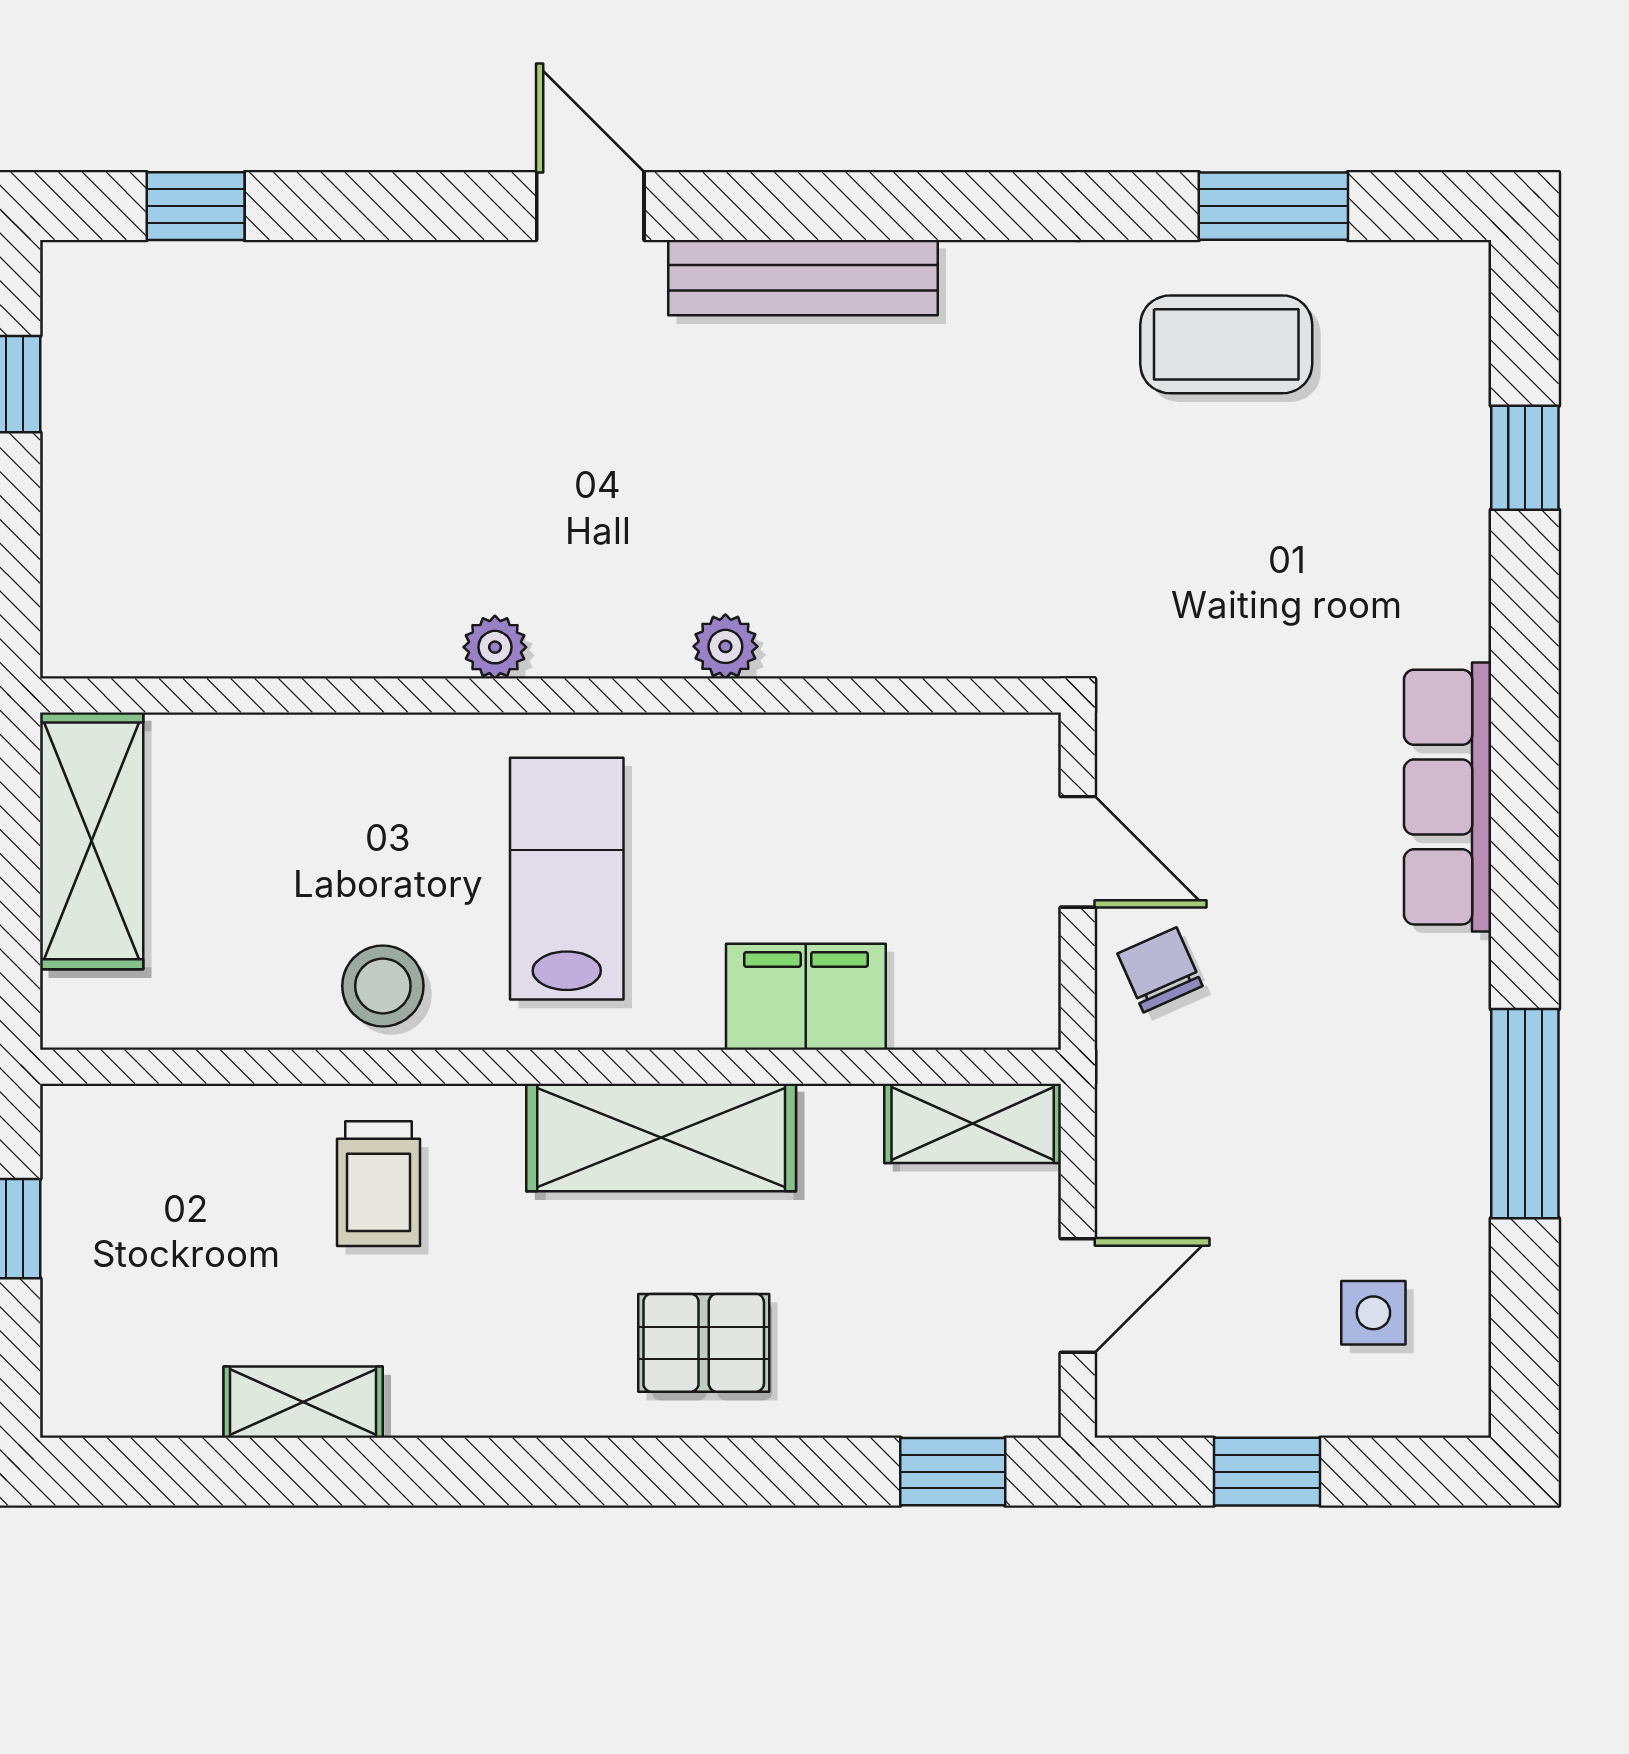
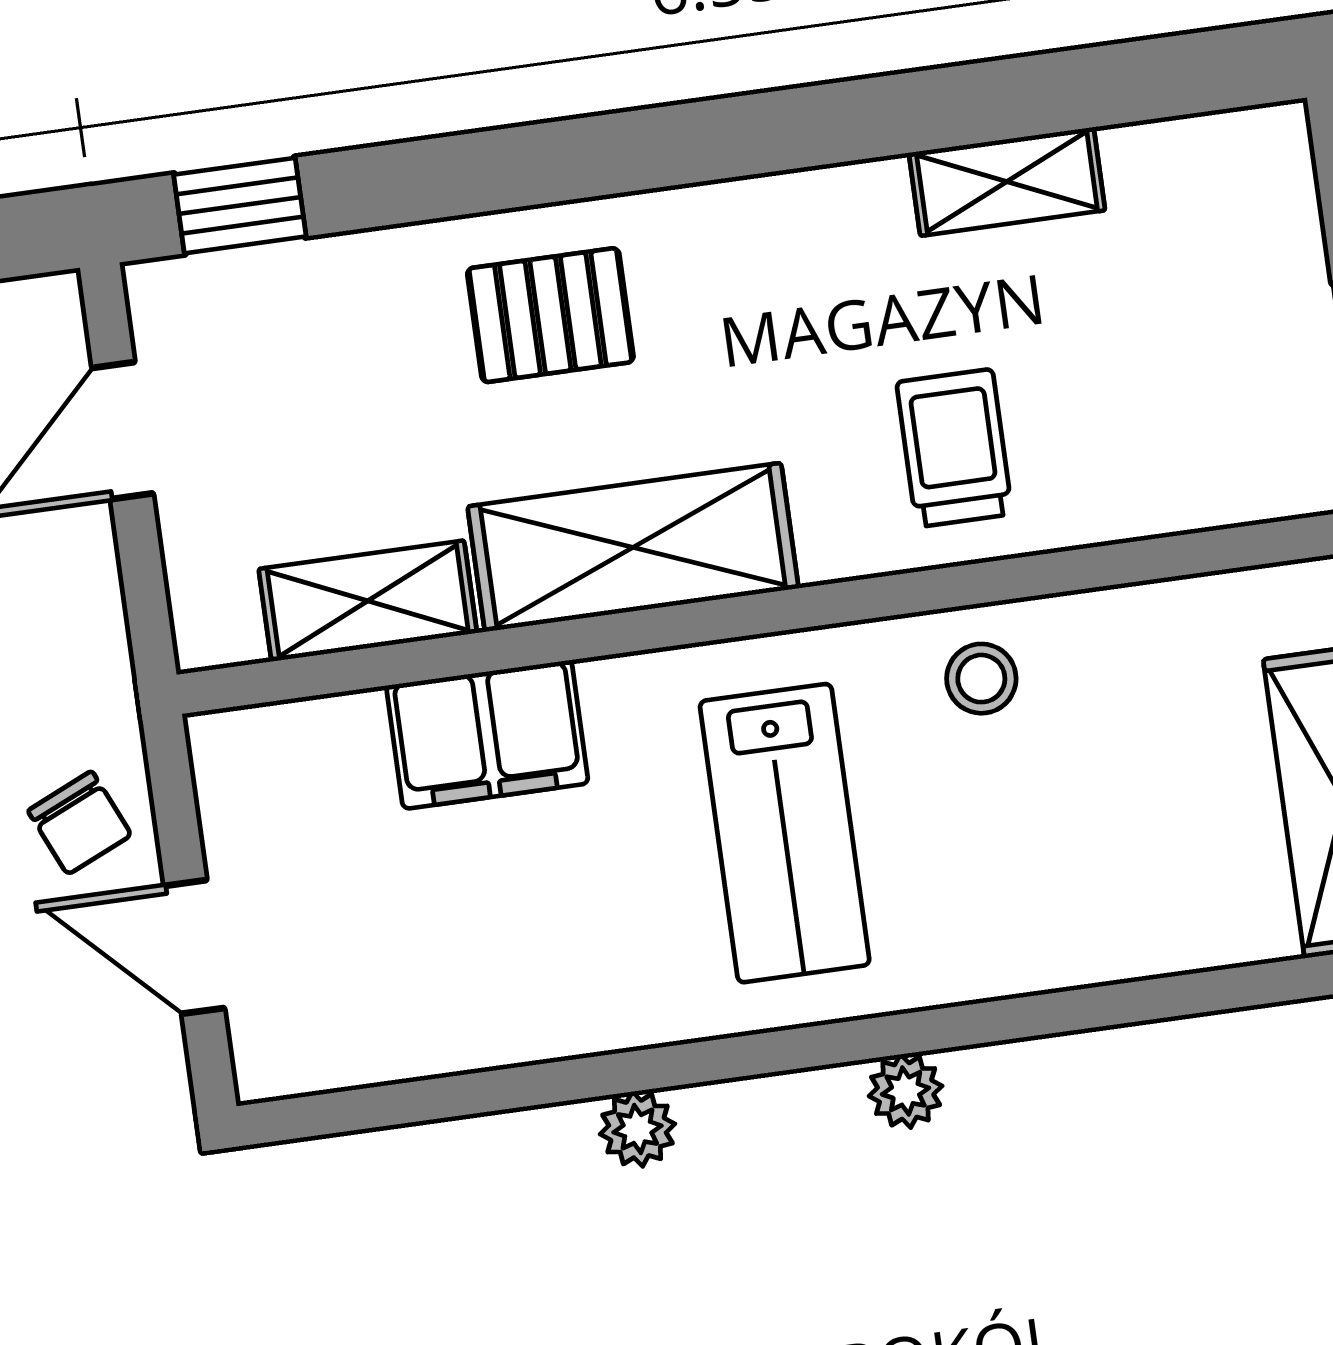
stool: (383, 986) -> (981, 679), width x0.73, depth x0.73
shelving: (973, 1123) -> (368, 601), moved

